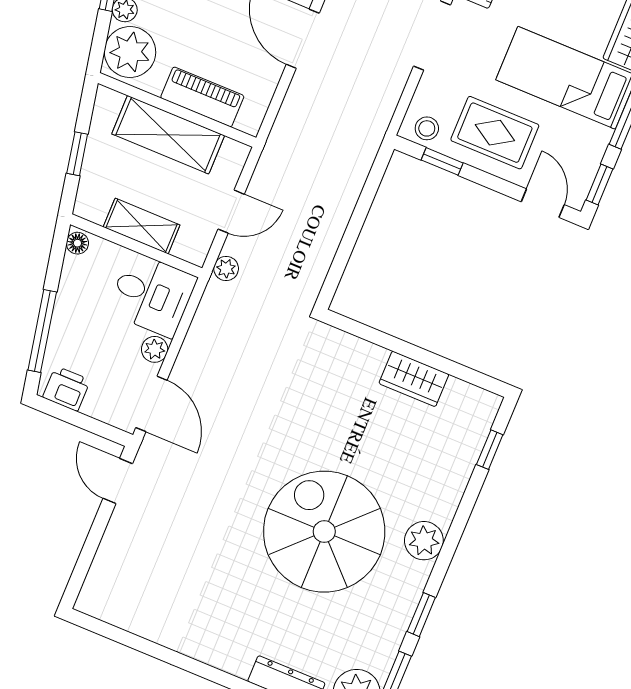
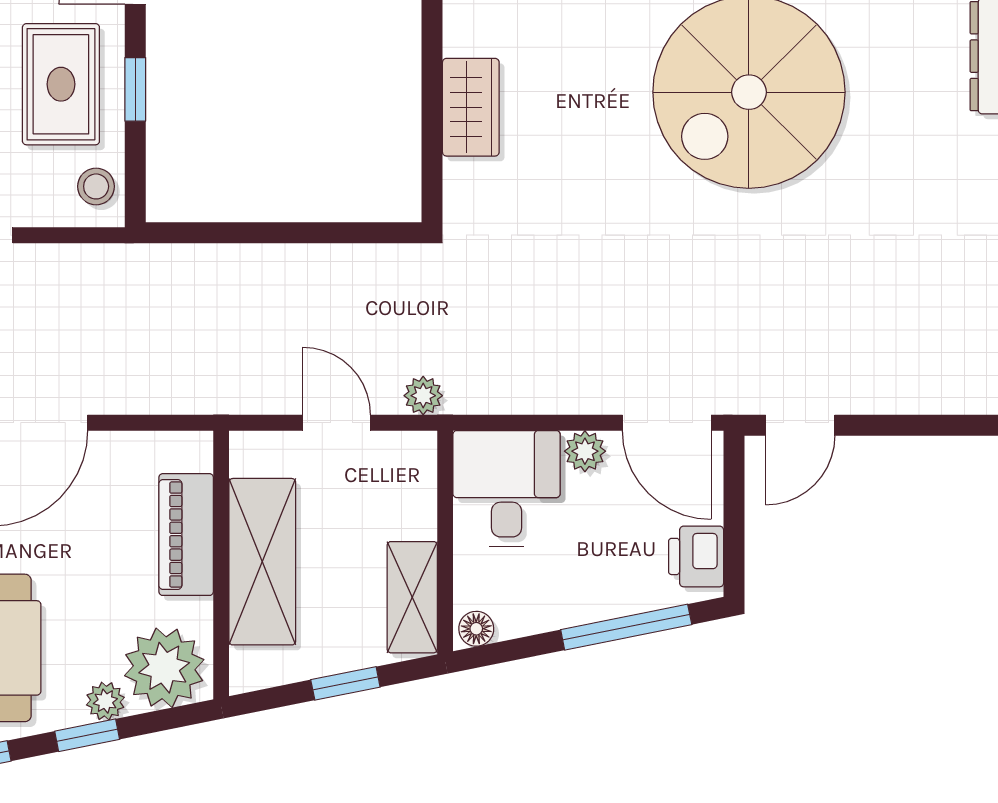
window: (442, 161) -> (135, 89), moved
shelving: (142, 226) -> (412, 597), moved
wardrobe: (414, 379) -> (471, 107), moved
door: (151, 404) -> (667, 423), swing flipped

